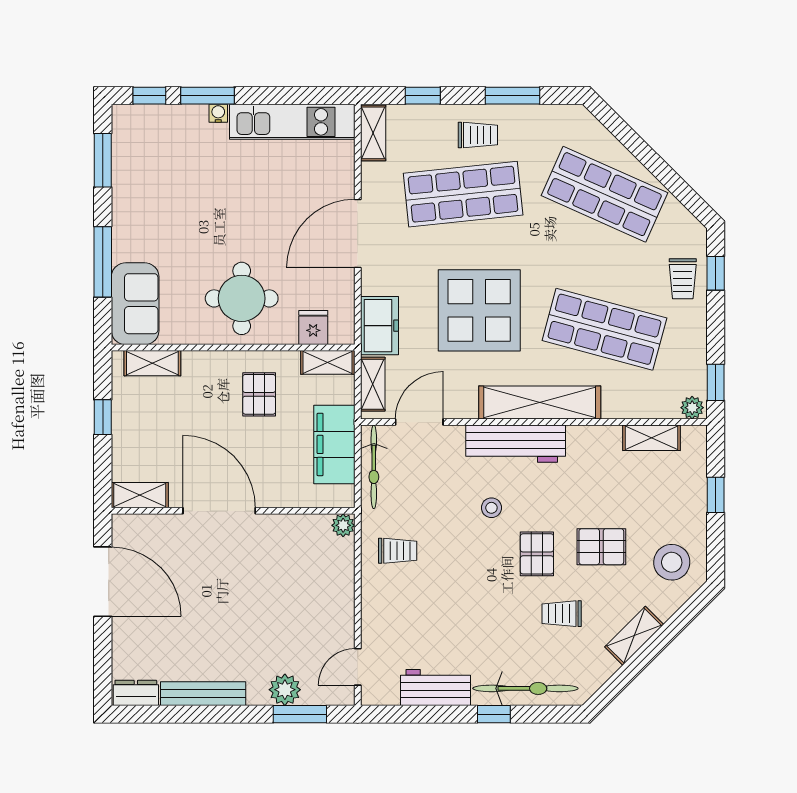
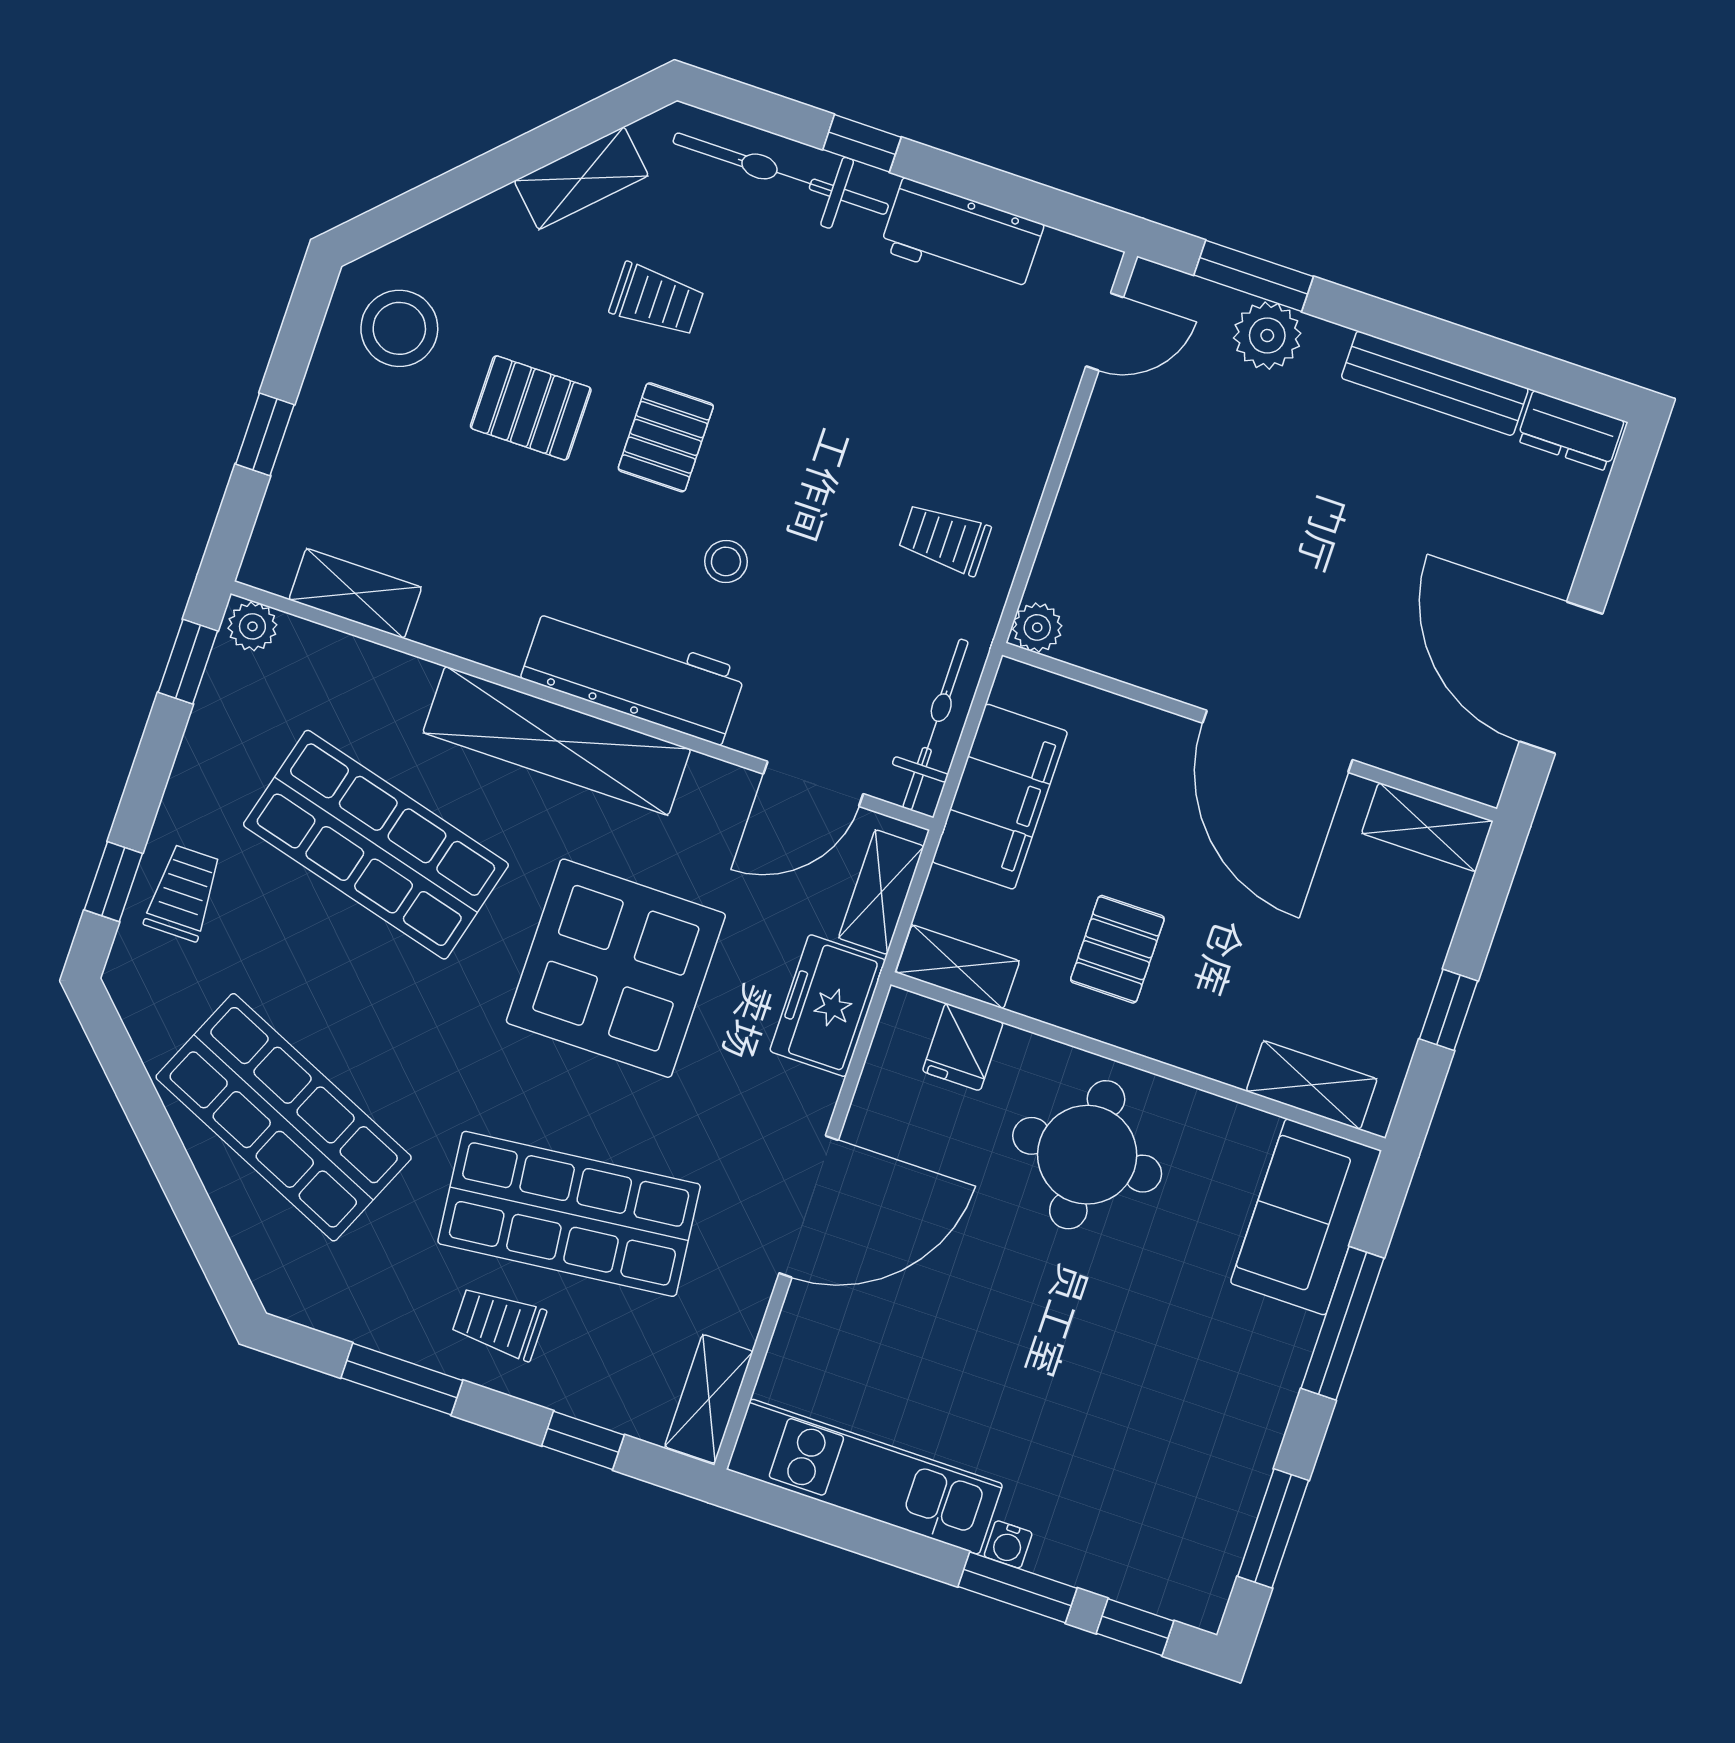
shelving: (634, 636) -> (581, 178), moved

